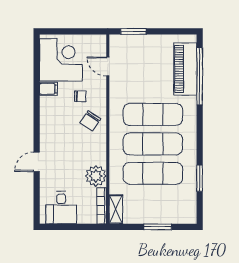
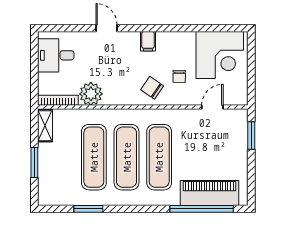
filing cabinet: (48, 89) -> (148, 41), moved
shelving: (116, 209) -> (45, 126), moved, turned 90

